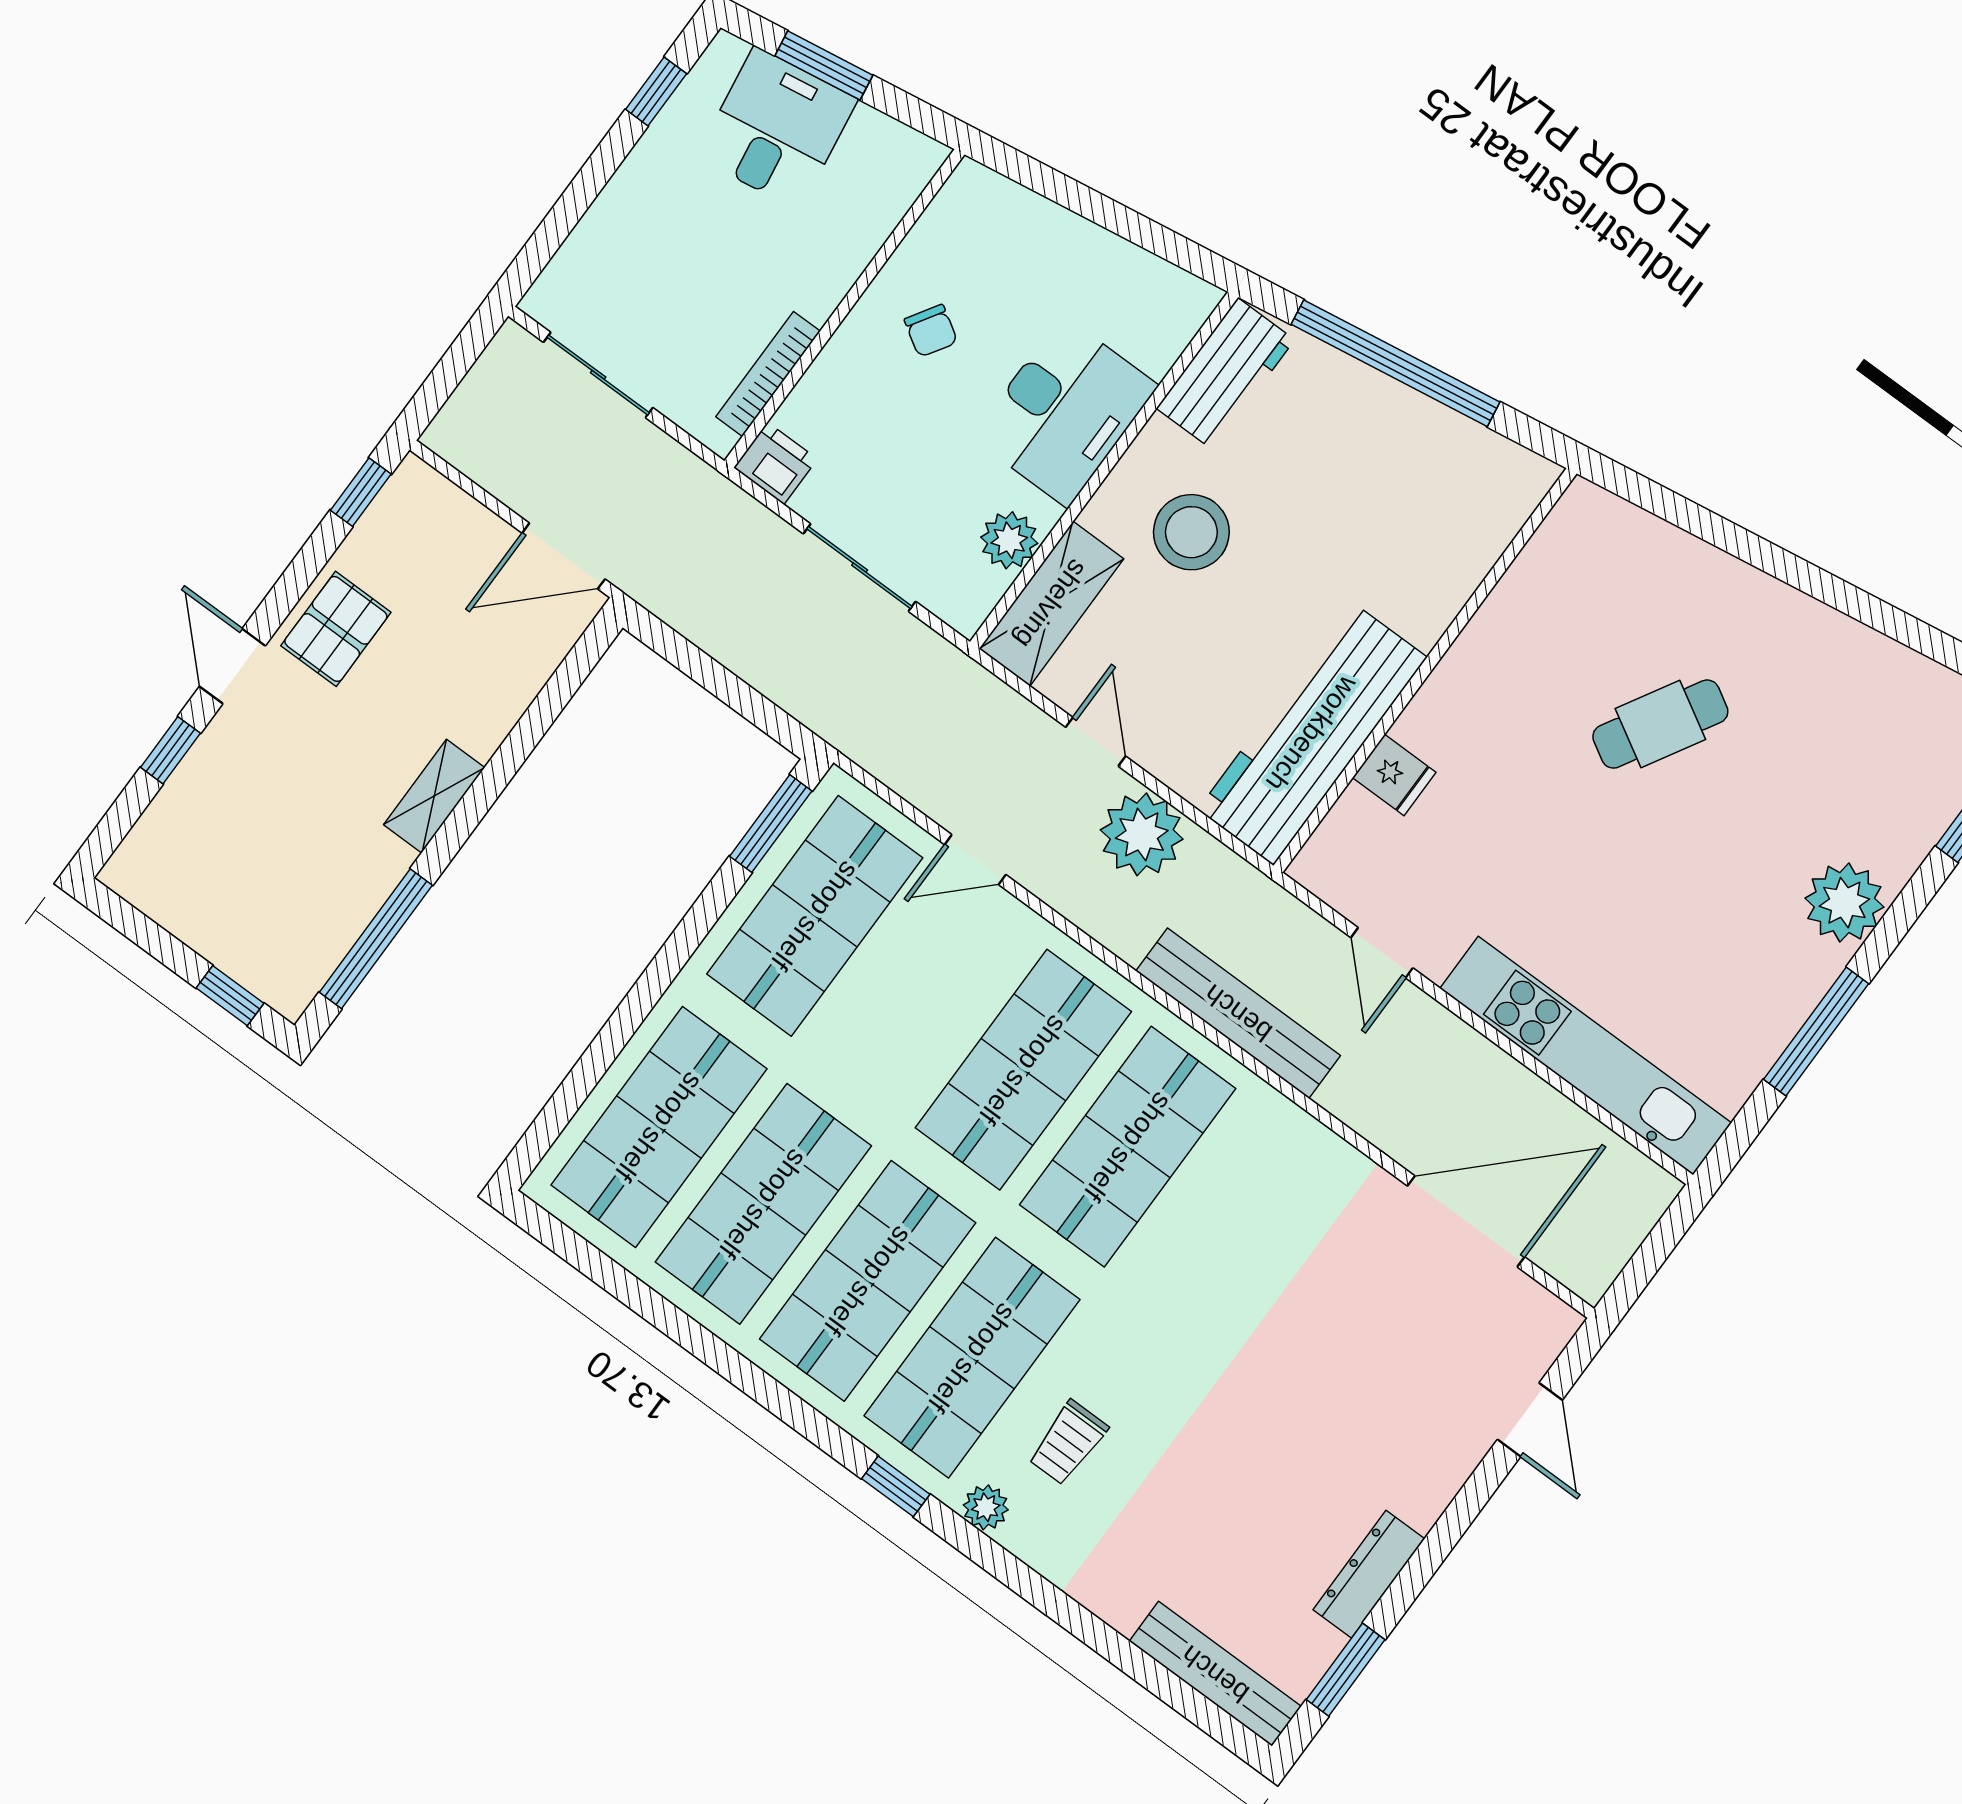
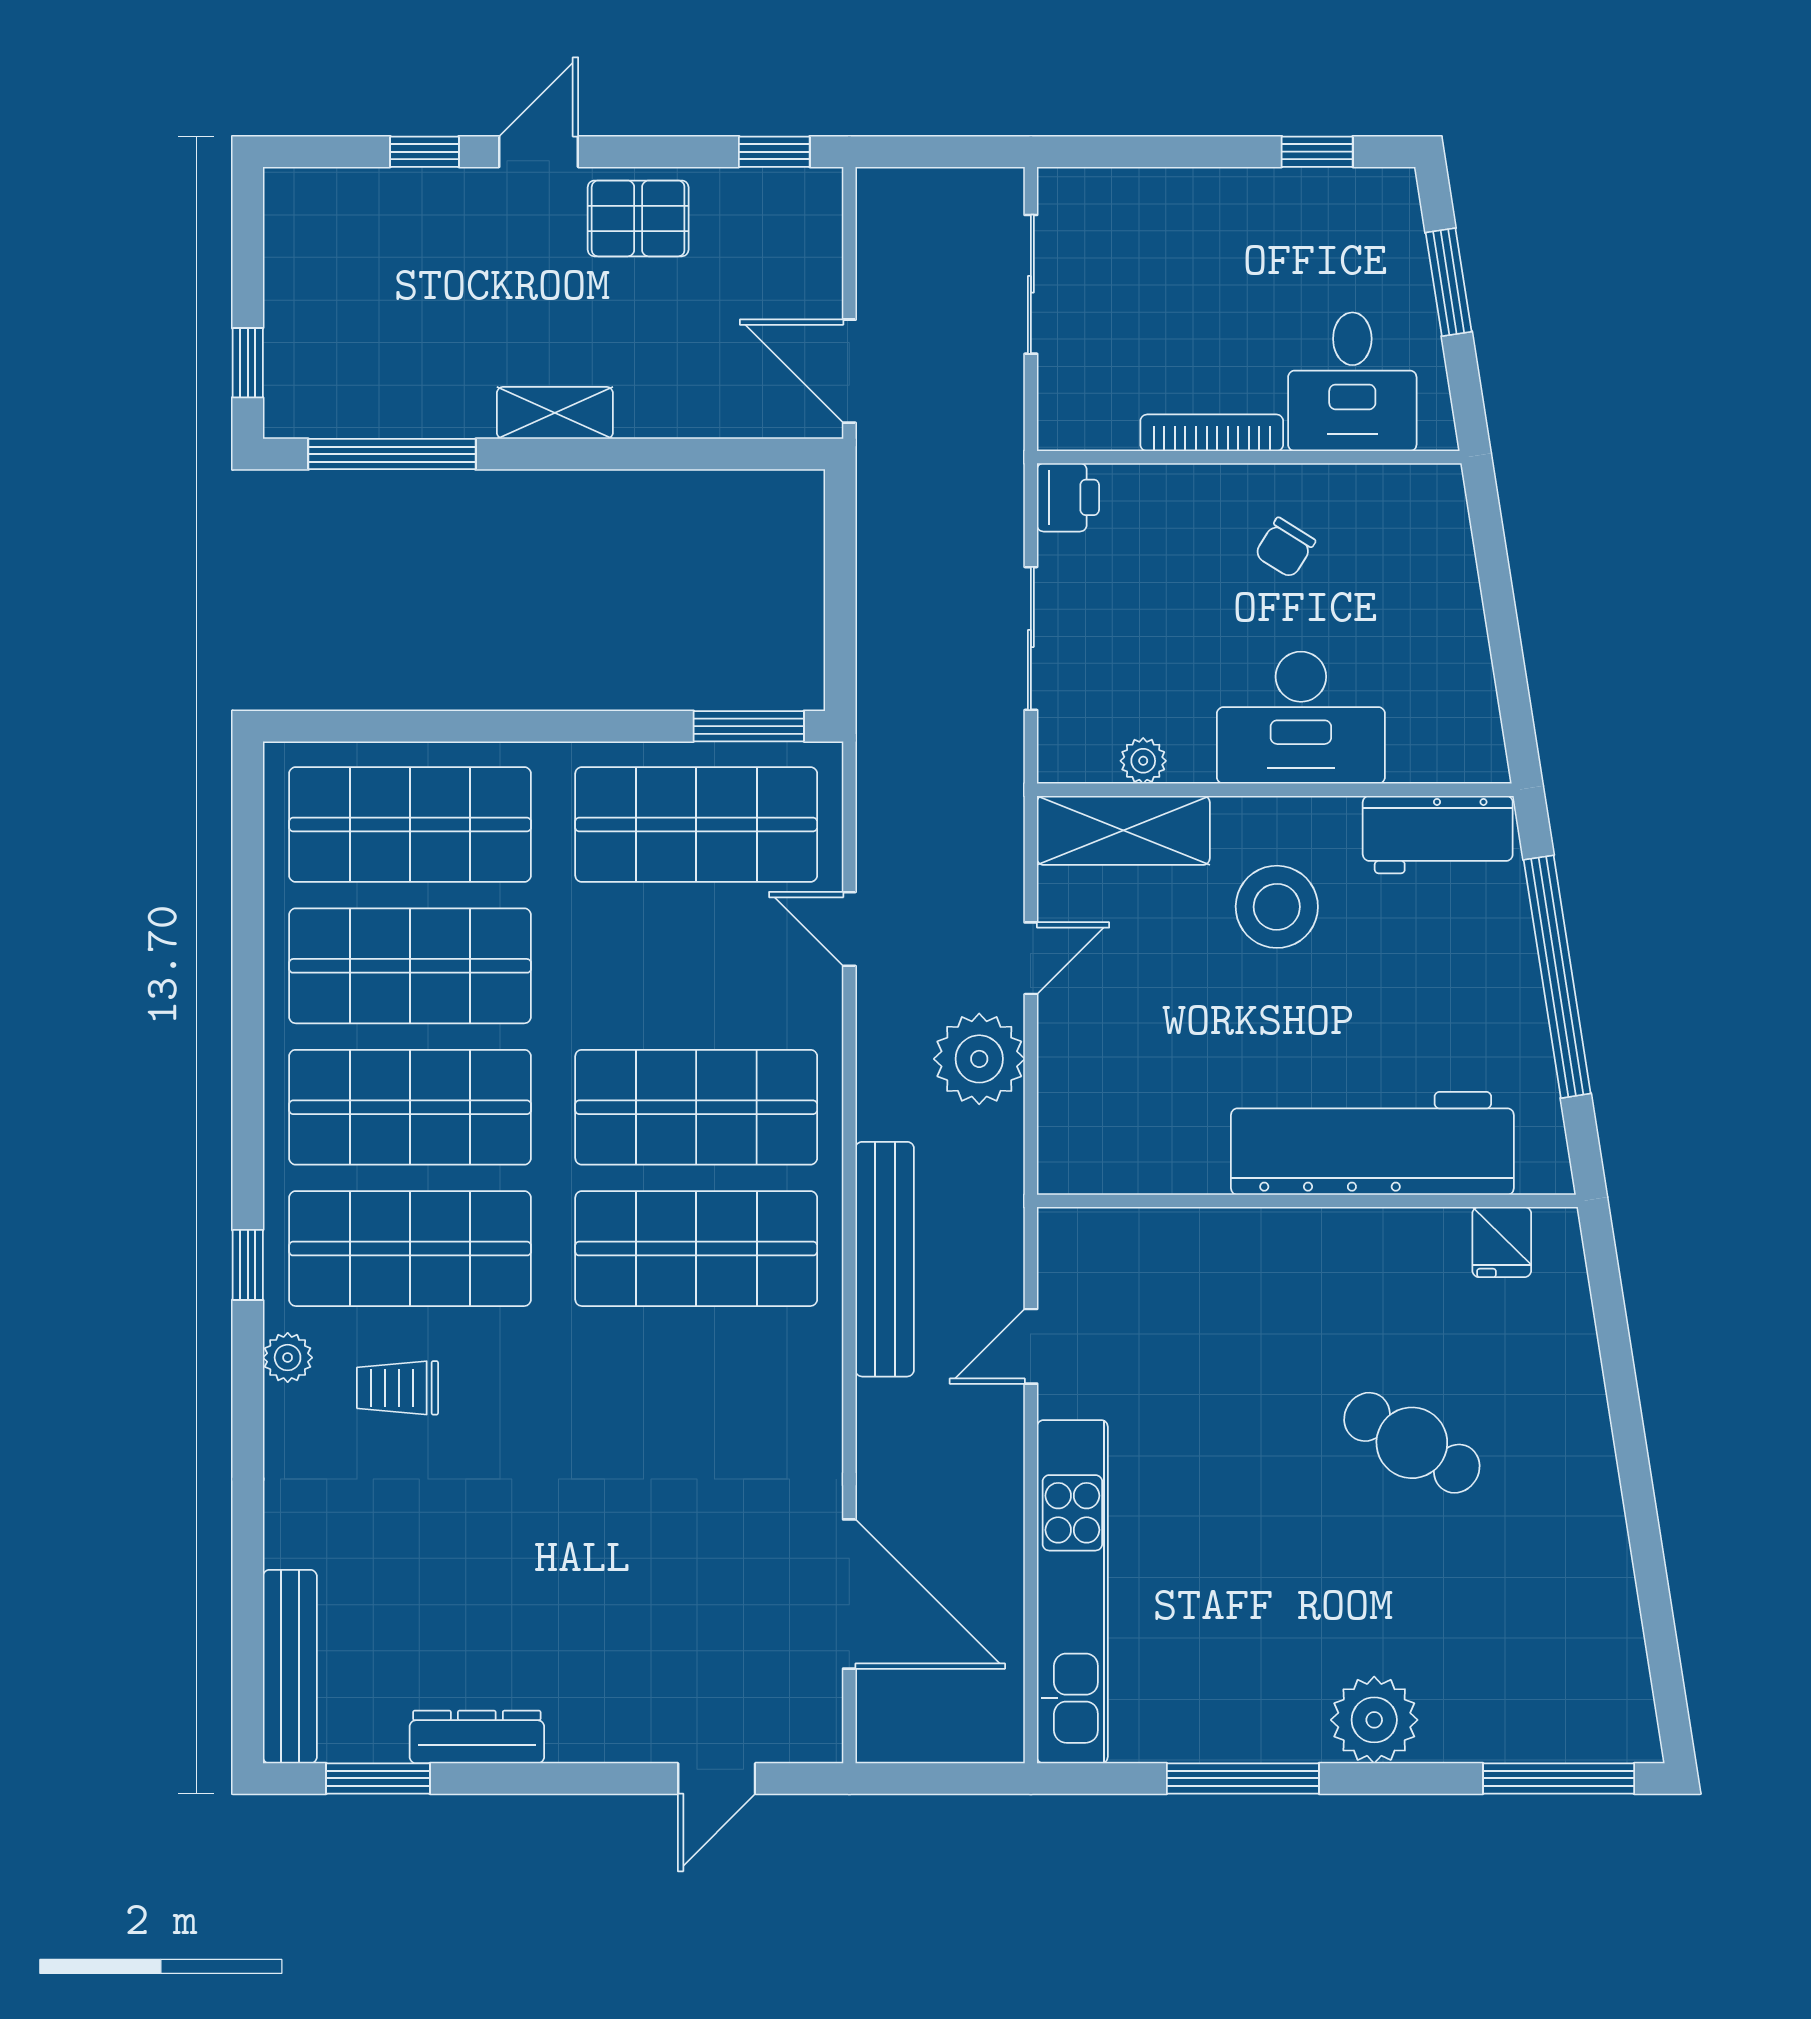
desk: (777, 128) -> (1352, 382), moved, turned 99
bookcase: (768, 374) -> (1212, 433), moved
plant: (1009, 540) -> (1143, 761), width x0.73, depth x0.73
workbench: (1312, 734) -> (1372, 1143), moved
fridge: (1394, 775) -> (1502, 1242), moved

